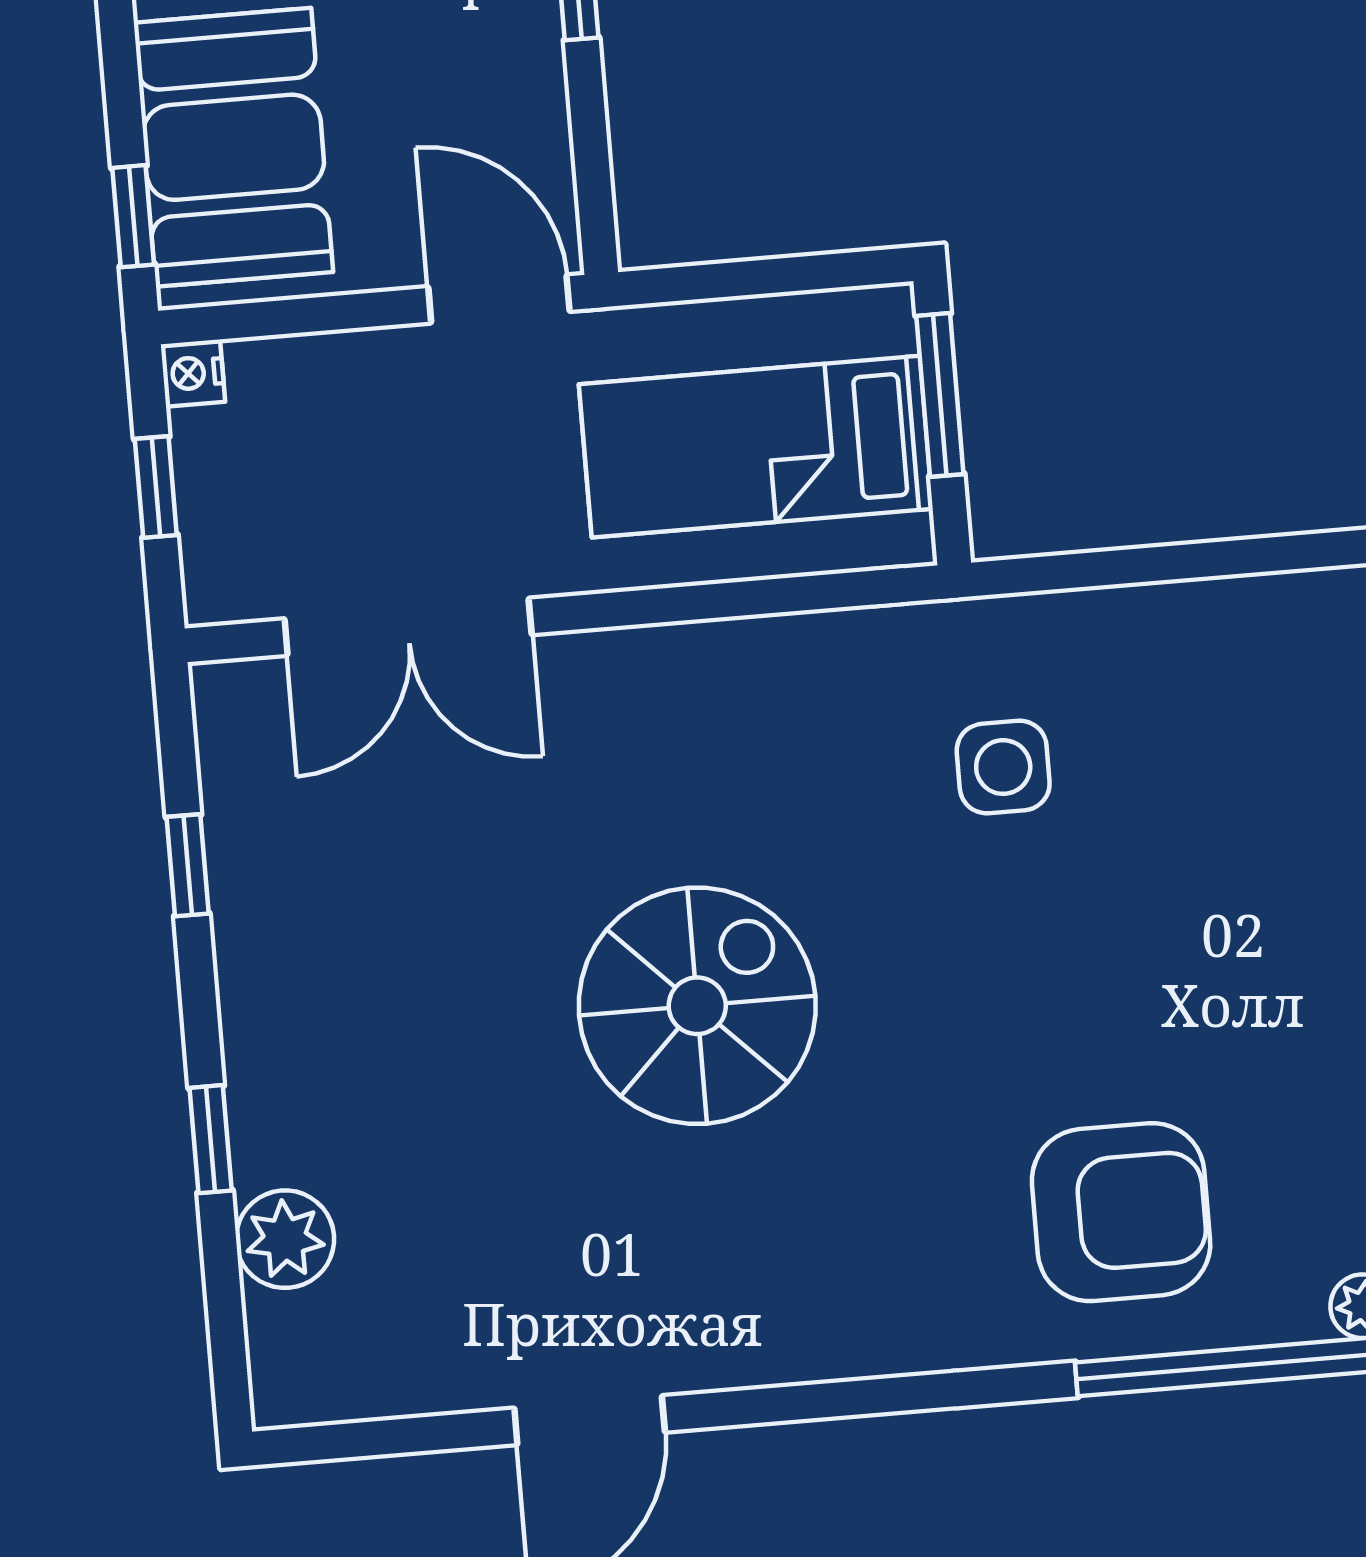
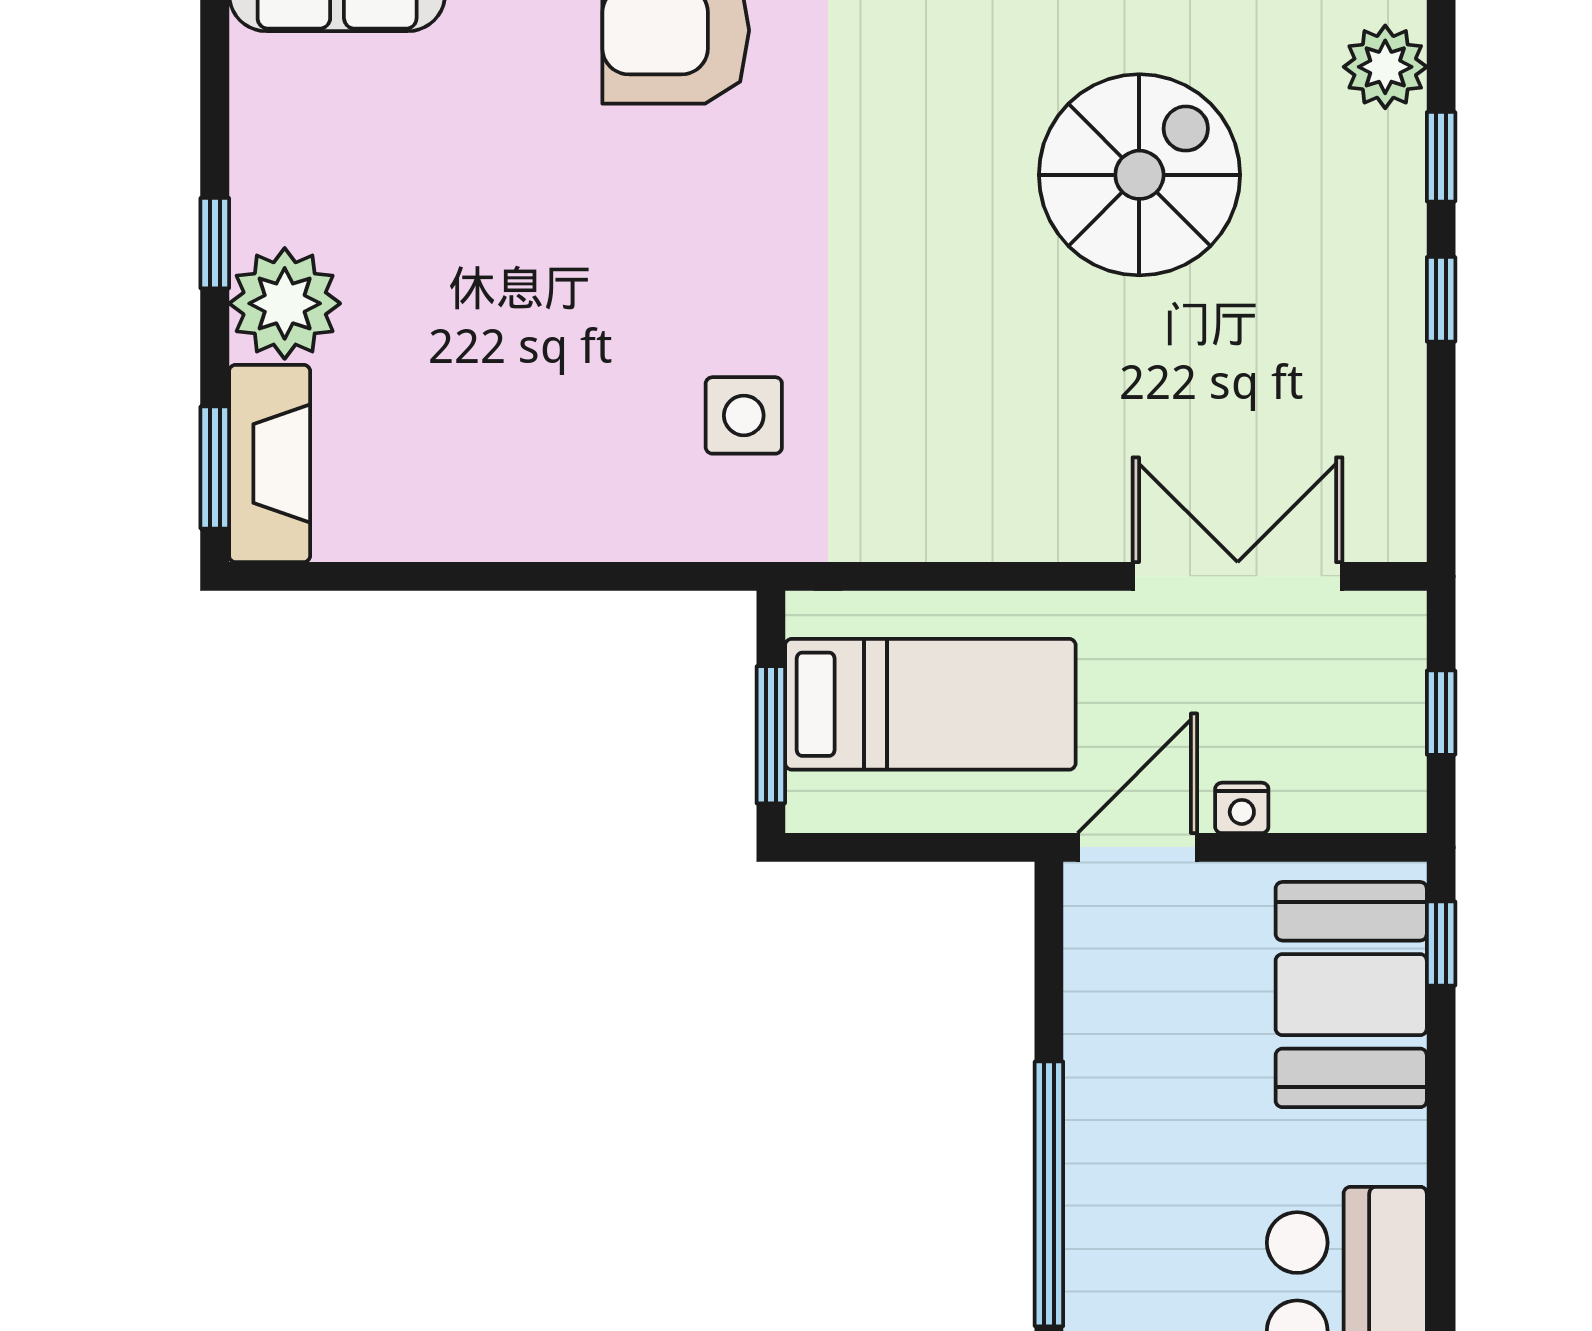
door: (499, 299) -> (1137, 847), swing flipped
nightstand: (193, 373) -> (1242, 808), moved, turned 90
window: (188, 865) -> (1441, 299), moved
spiral stairs: (697, 1006) -> (1139, 175), moved, turned 180

